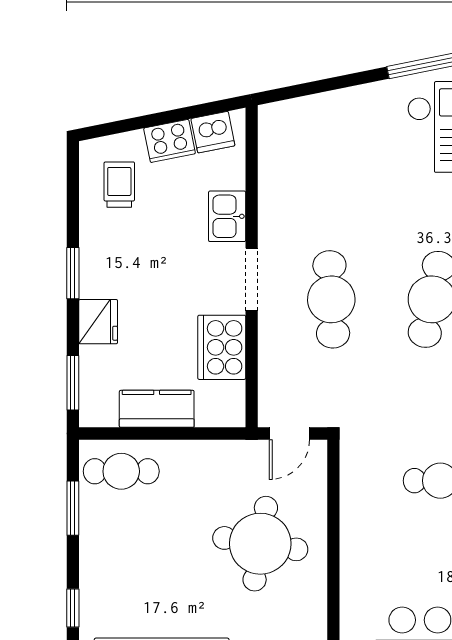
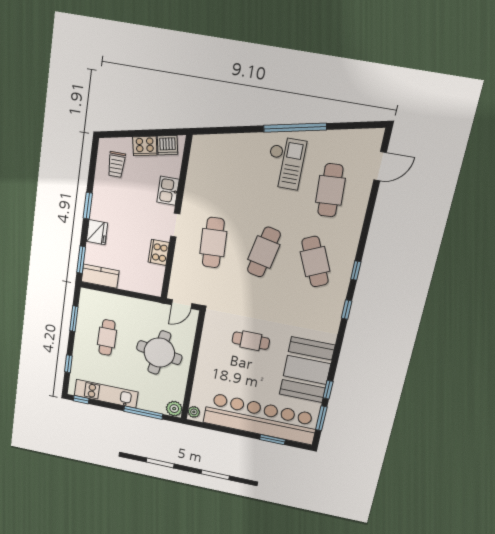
trolley: (119, 185) -> (116, 165), turned 180
doorway: (252, 279) -> (175, 225), width x0.73
cooker: (222, 347) -> (159, 252), width x0.73, depth x0.76
kitchen counter: (157, 409) -> (100, 276), moved
cafe table: (121, 471) -> (107, 337), moved, turned 90

